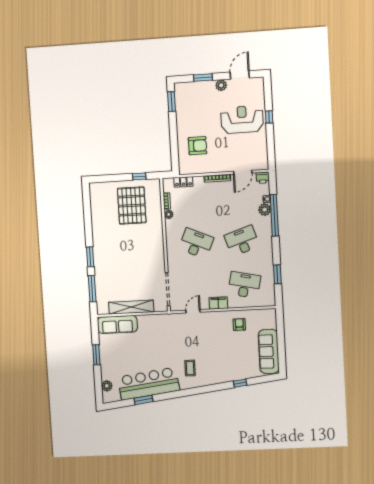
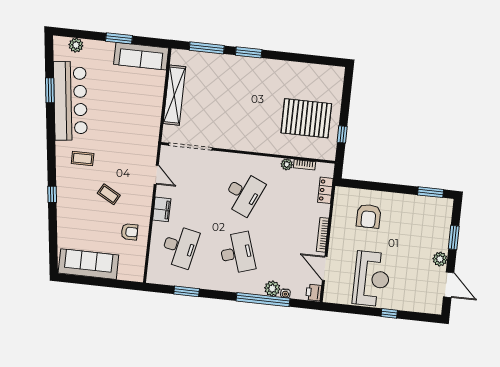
reception desk: (242, 120) -> (372, 279), moved
sofa: (117, 324) -> (141, 56), moved, turned -90
coffee table: (214, 344) -> (109, 194), added
window: (240, 383) -> (52, 194), moved

